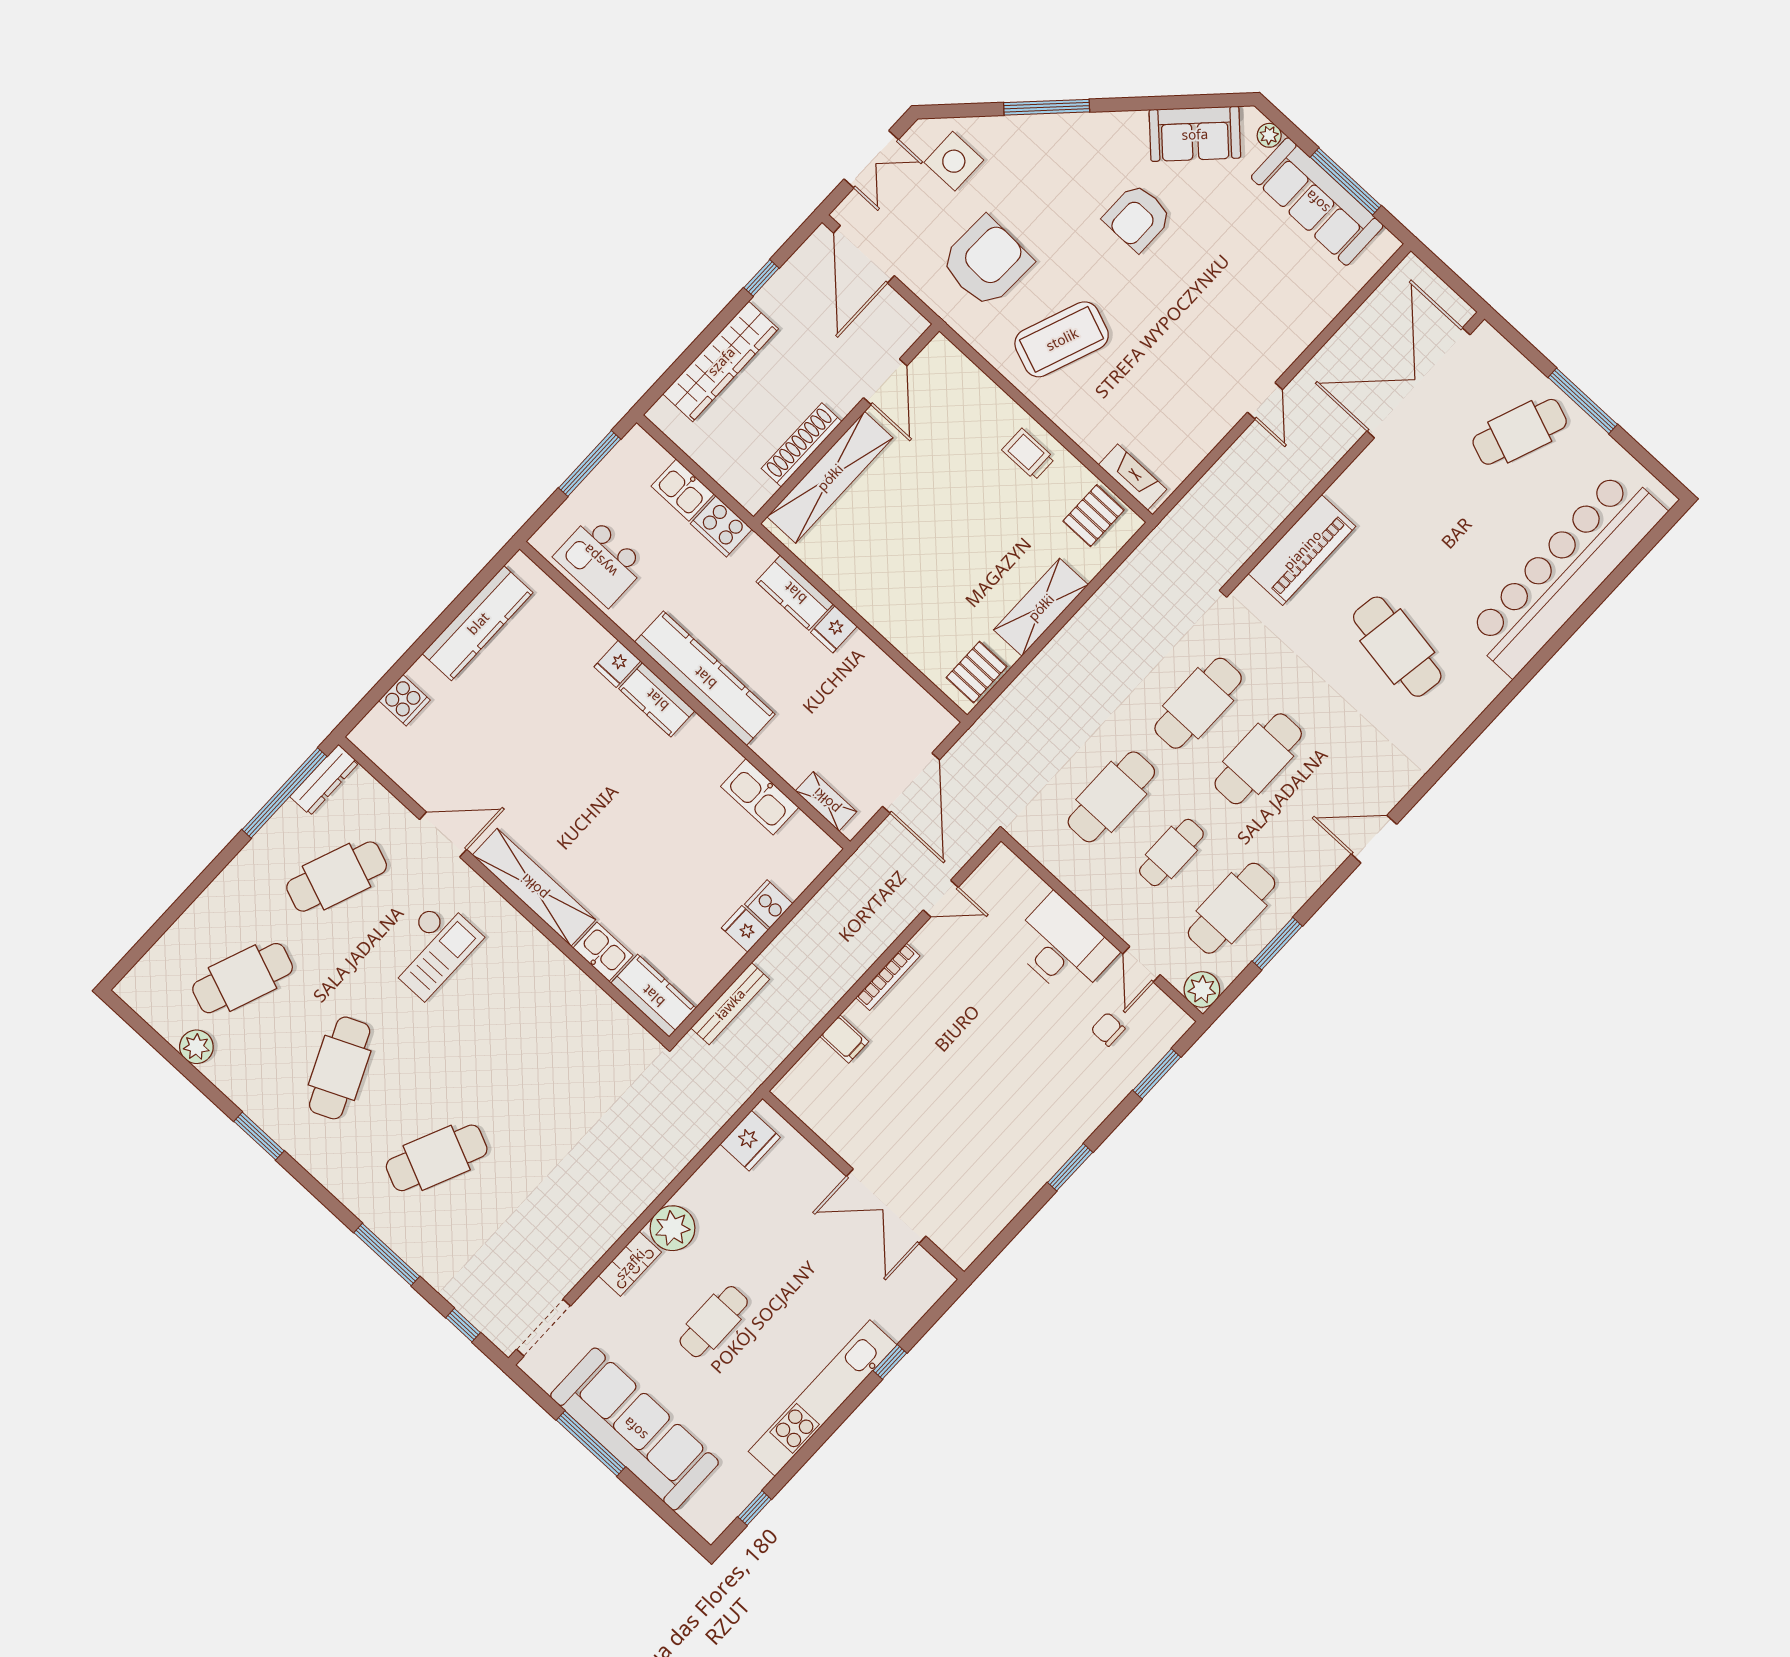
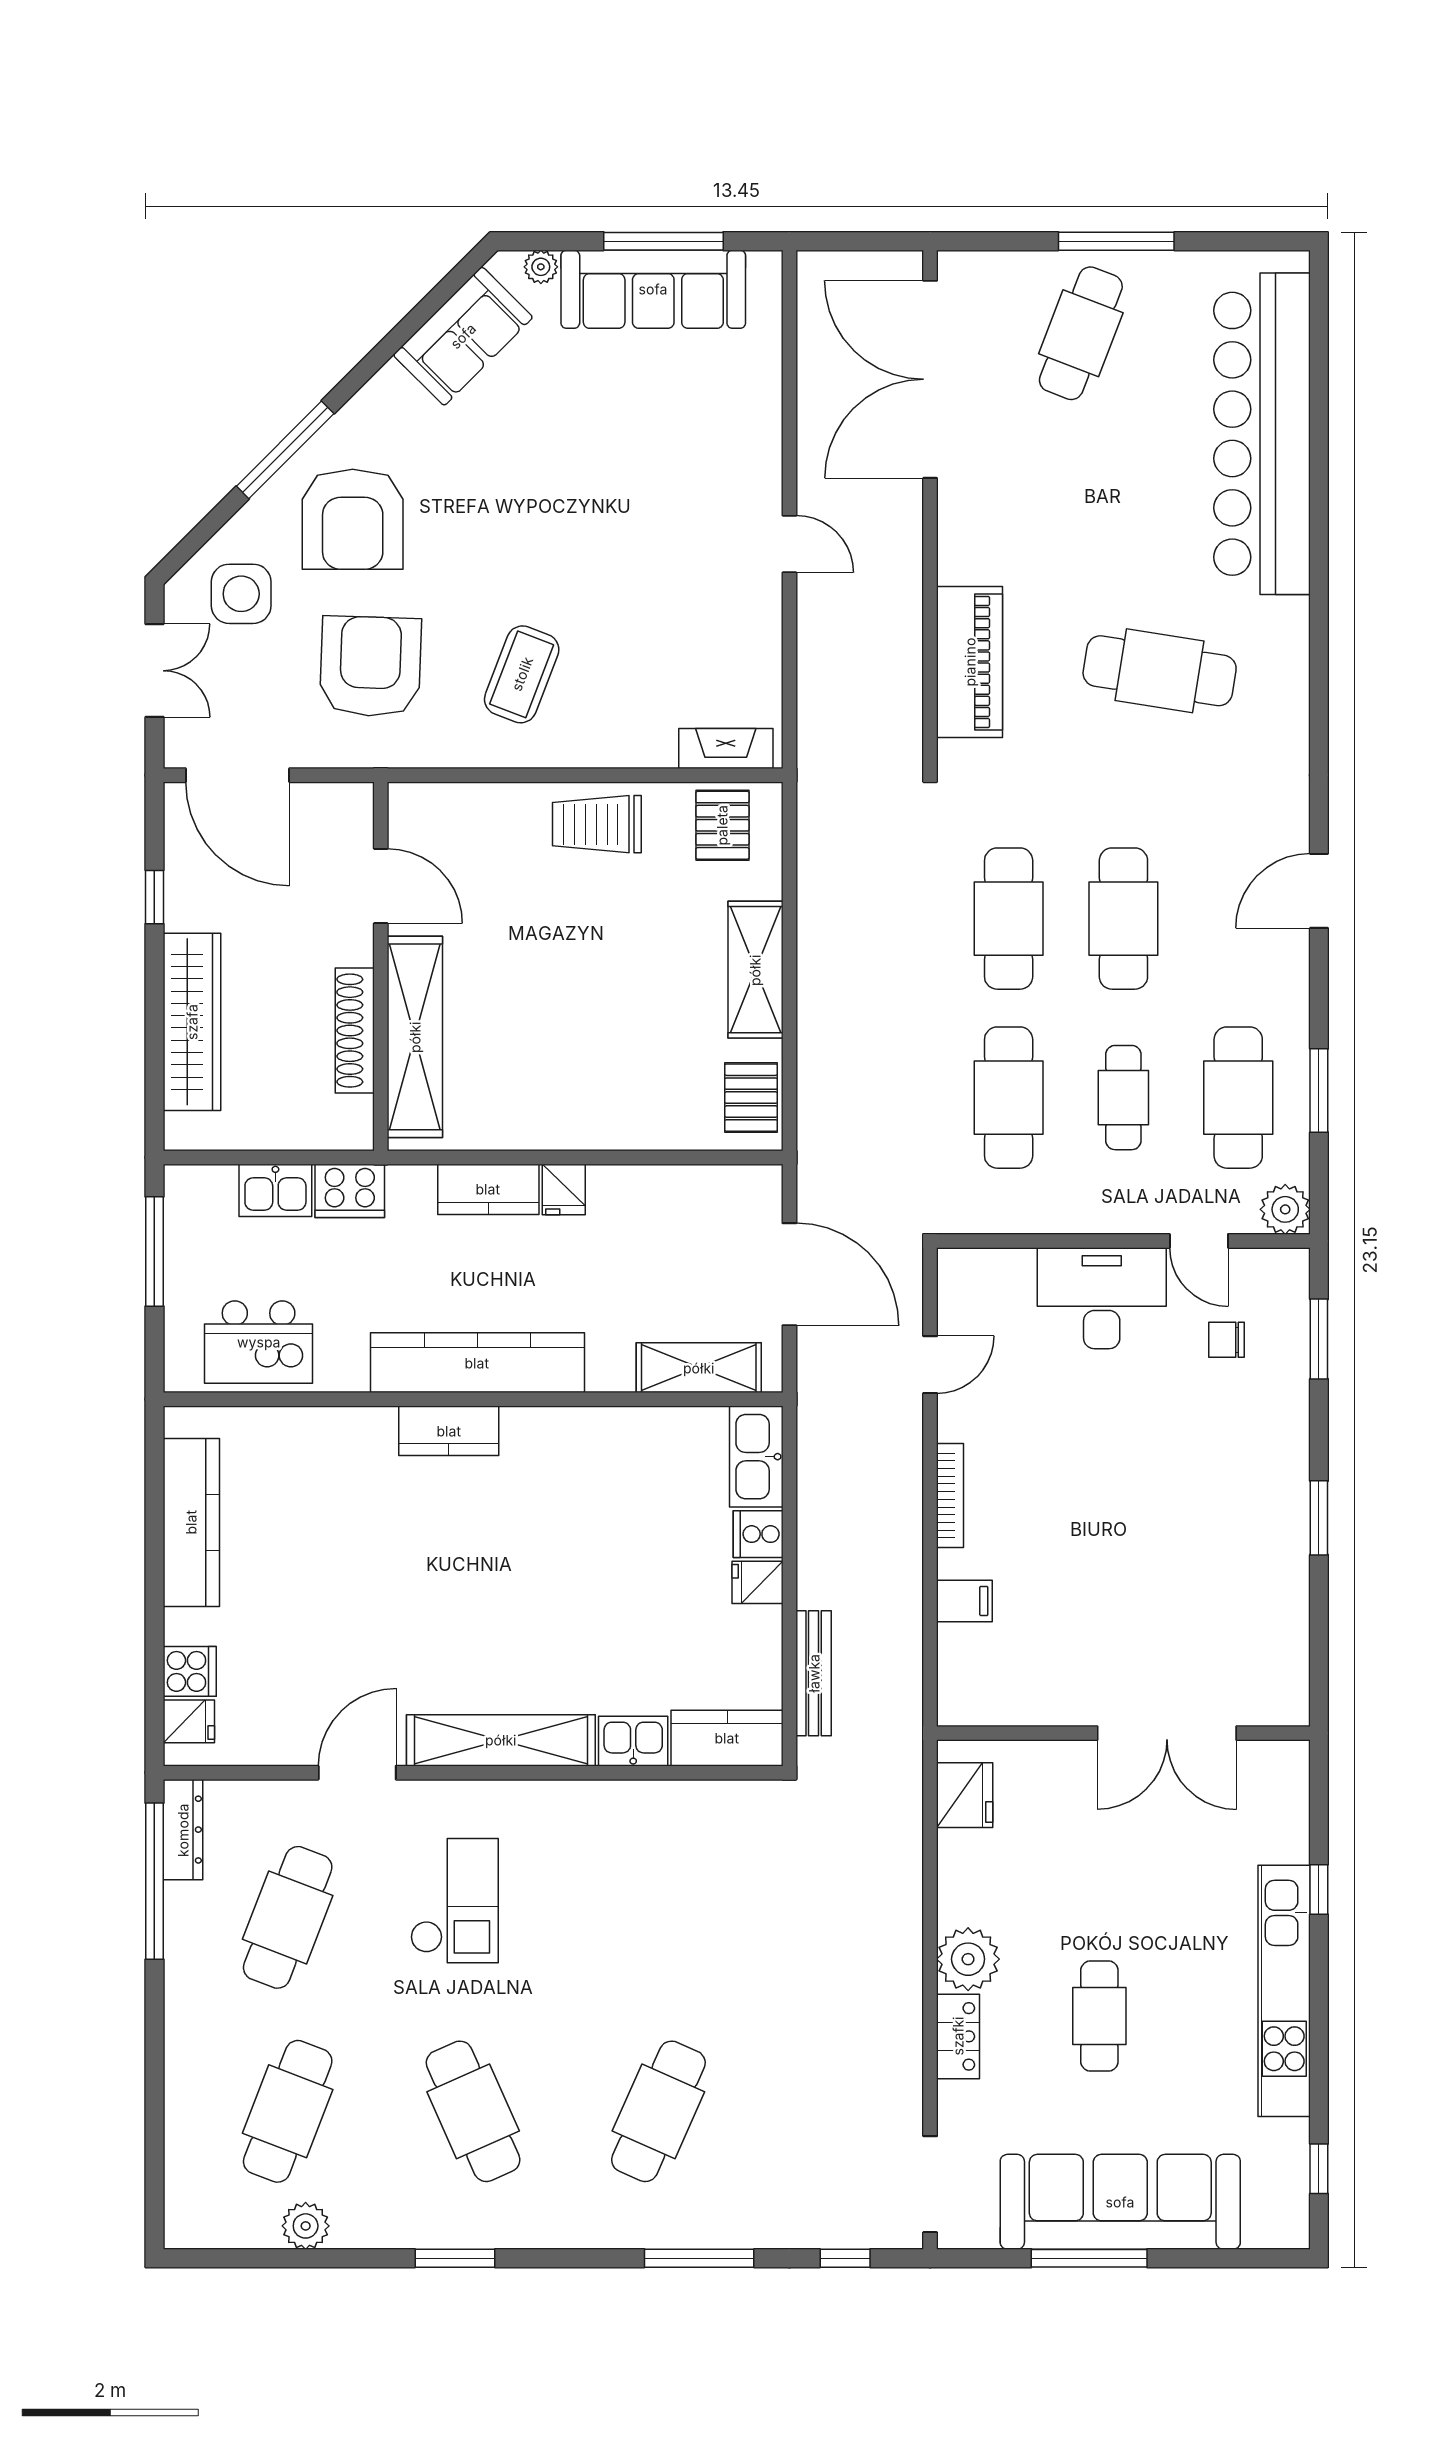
armchair: (1137, 218) -> (353, 519), moved, width x1.36, depth x1.36
coffee table: (1062, 339) -> (522, 674), width x0.73, depth x0.76
trolley: (1028, 454) -> (597, 824), width x1.36, depth x1.39
fridge: (617, 664) -> (189, 1721), moved, turned -90
kitchen sink: (760, 797) -> (756, 1457), moved, turned 90
shelving: (826, 801) -> (699, 1368), width x1.50, depth x1.33

